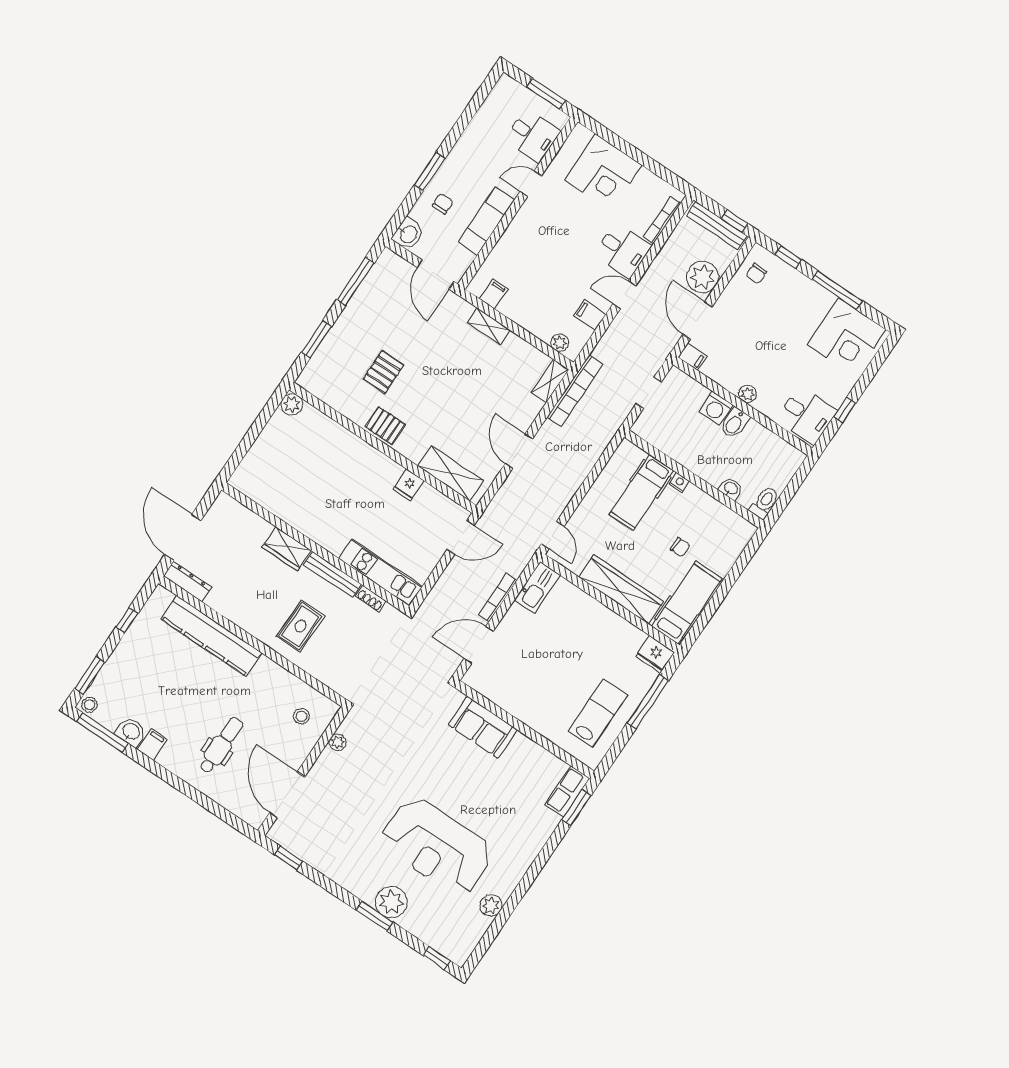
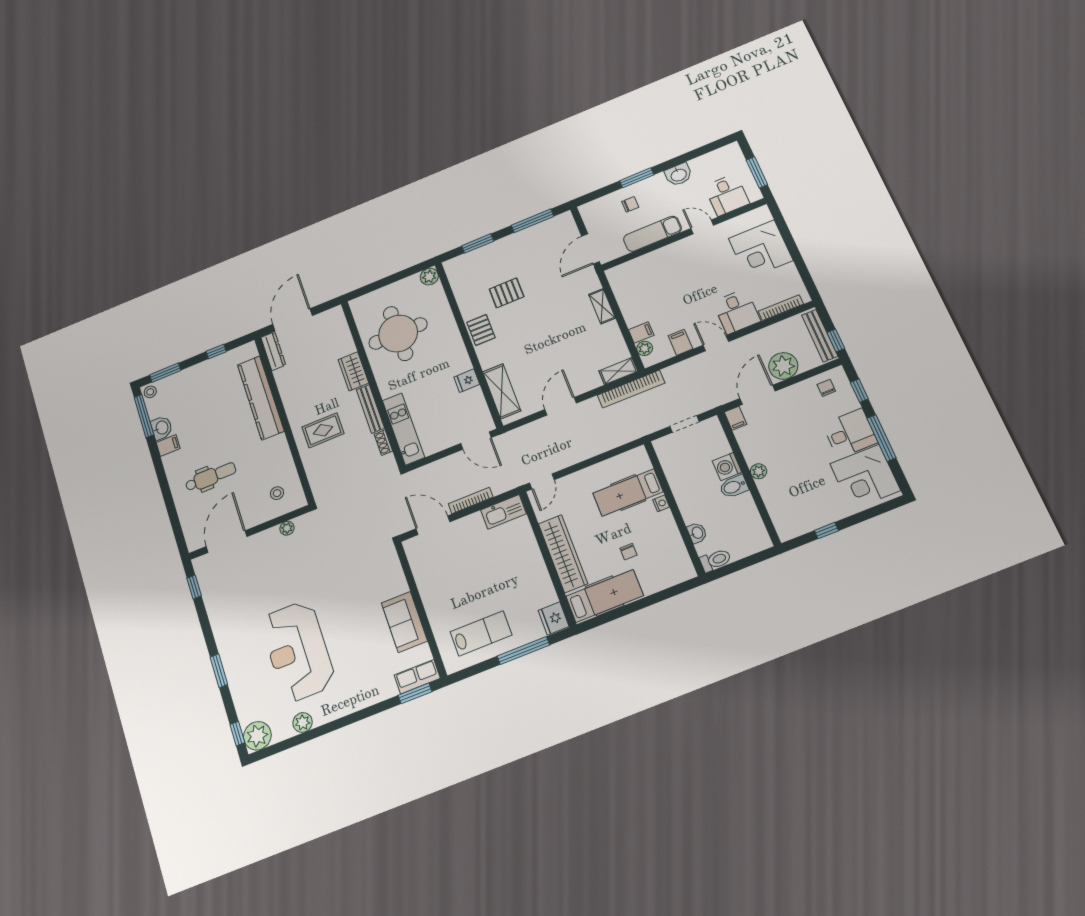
washbasin: (408, 234) -> (678, 175), moved
chair: (756, 273) -> (826, 388), turned 90
filing cabinet: (494, 294) -> (641, 332), moved
desk: (806, 415) -> (850, 433), moved, turned -90
round table: (303, 482) -> (398, 333), added
sofa: (483, 727) -> (404, 622), moved
plant: (391, 902) -> (257, 736), moved

